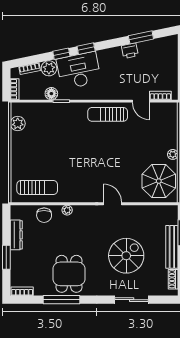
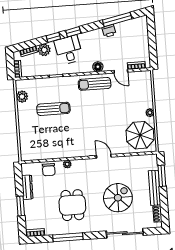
window: (141, 37) -> (117, 19), width x1.44
desk: (79, 70) -> (69, 50), width x0.73
floor lamp: (51, 94) -> (98, 67), moved
sun lounger: (37, 188) -> (53, 109), moved
dining table: (69, 274) -> (72, 205), moved
sliding door: (132, 300) -> (125, 233), width x1.37

